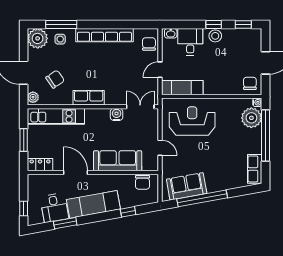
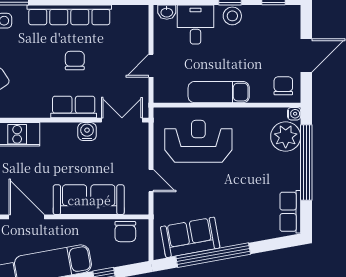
chair: (149, 44) -> (75, 61), moved
exam couch: (182, 88) -> (219, 92), moved
row of seats: (89, 98) -> (74, 107), moved

